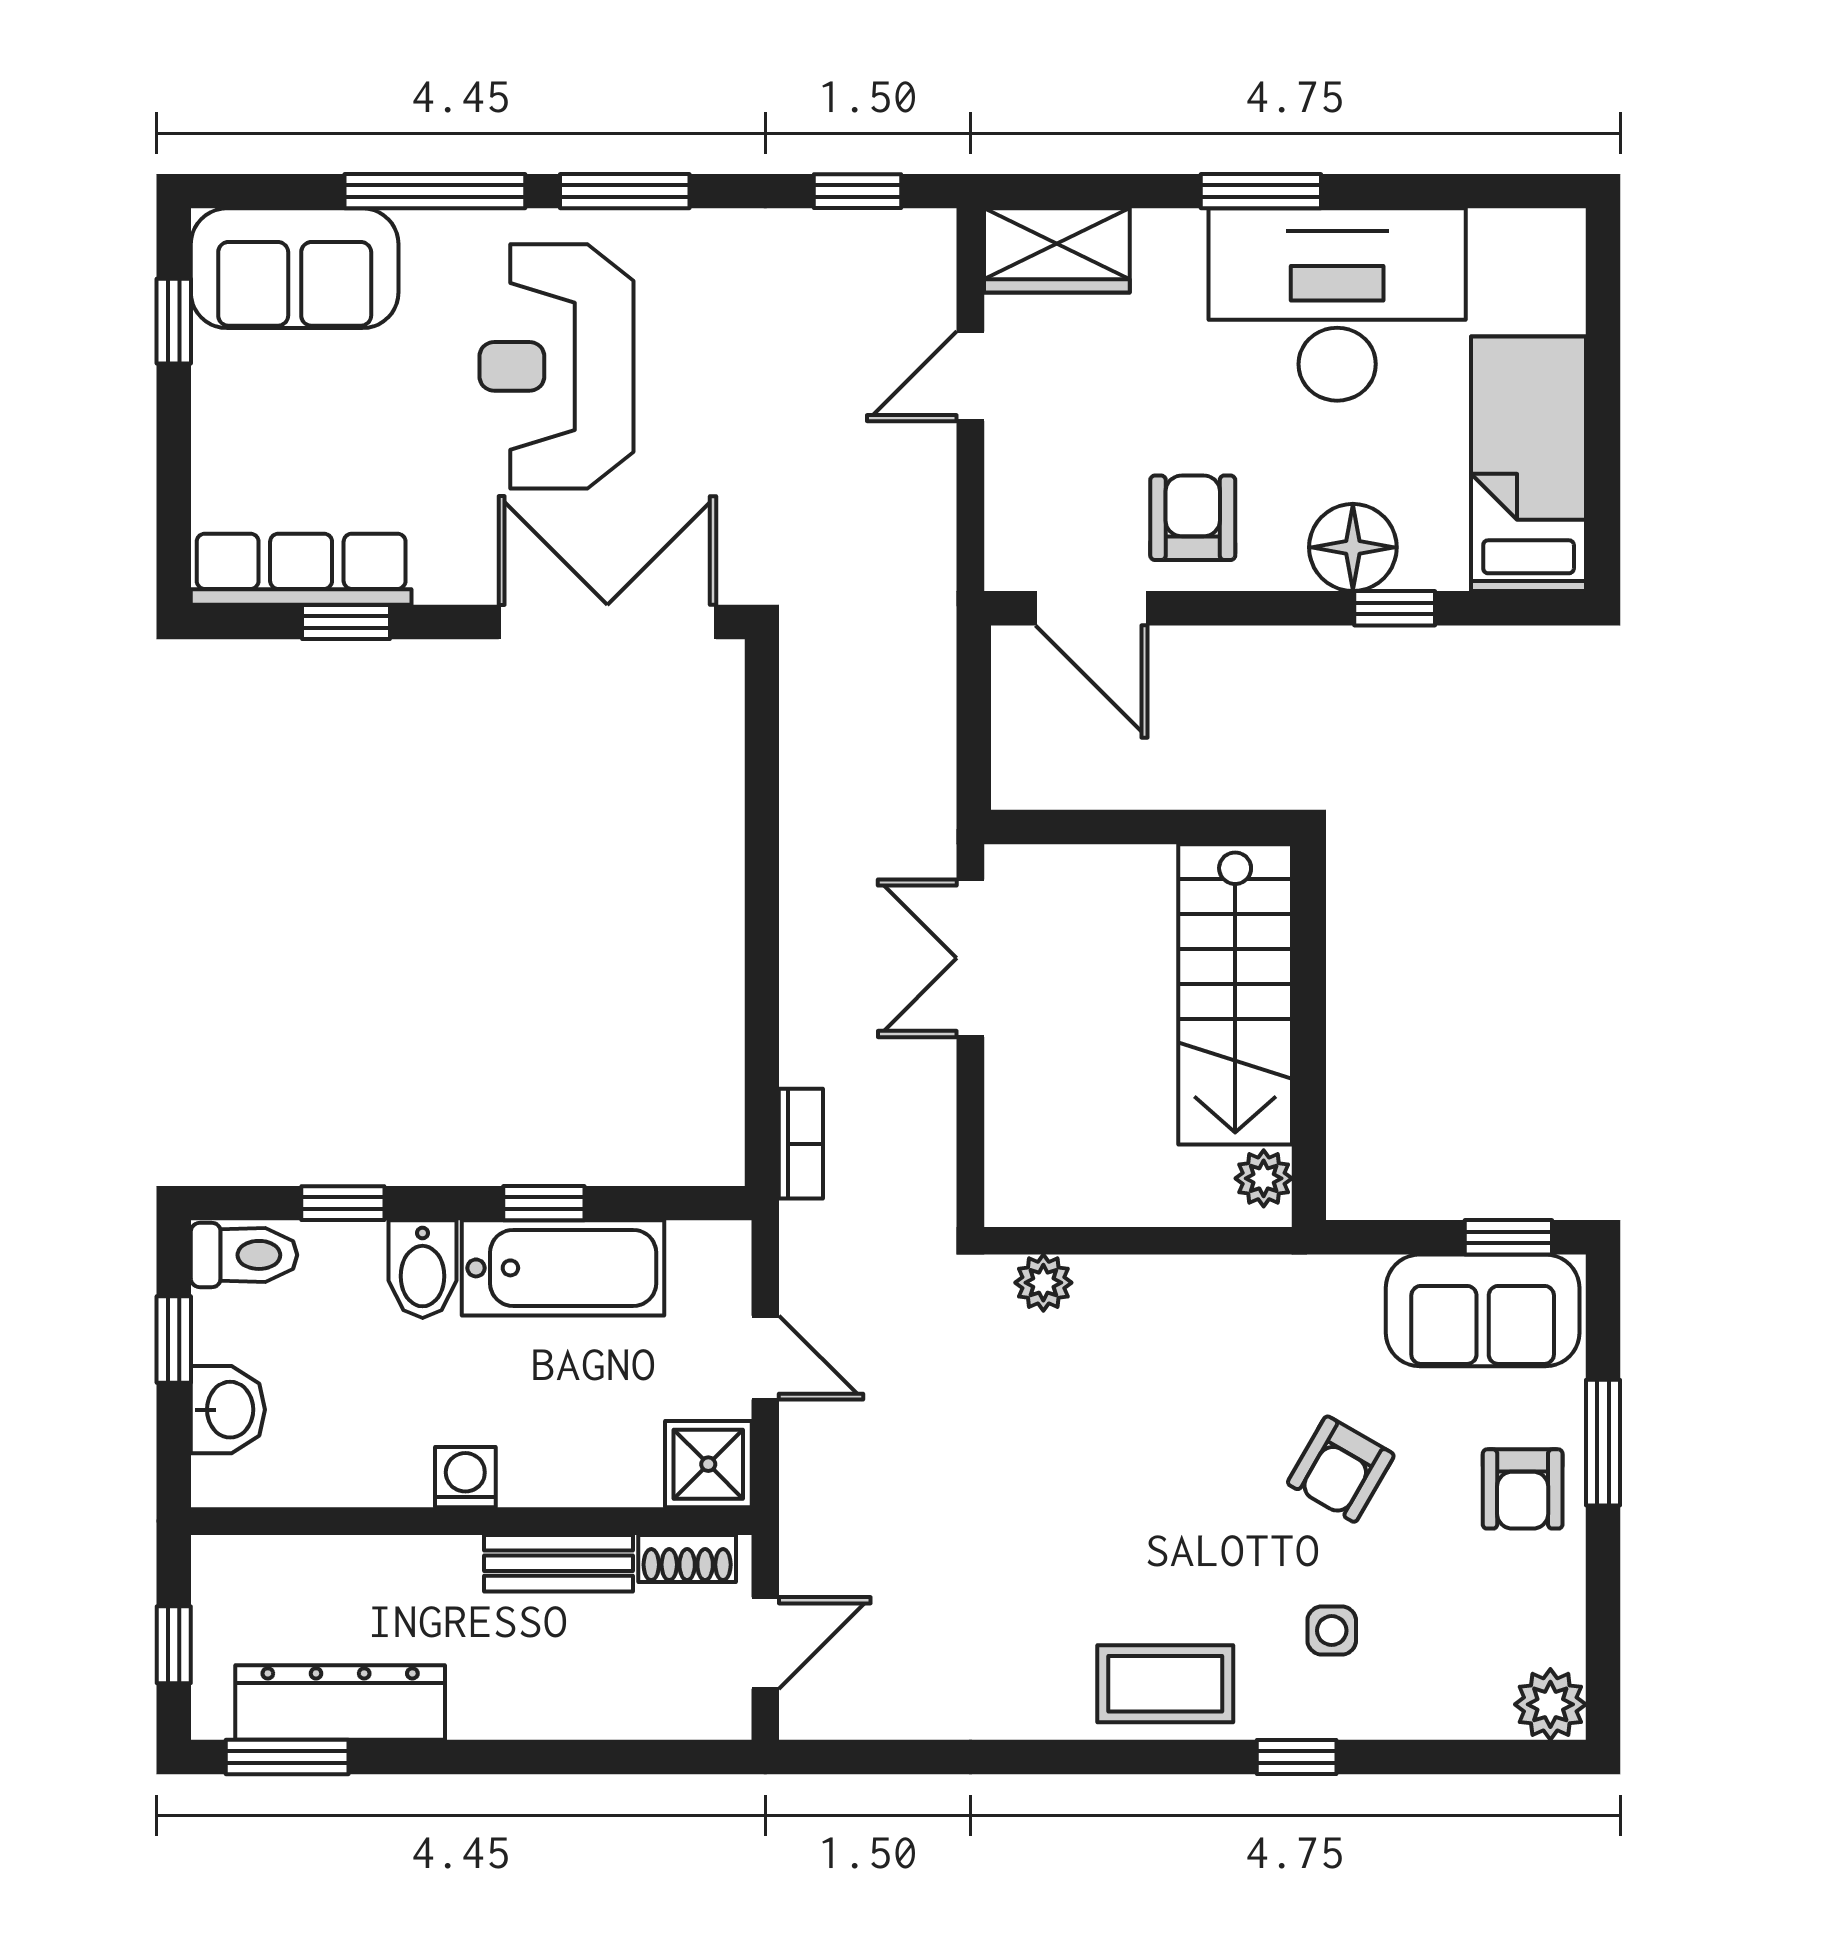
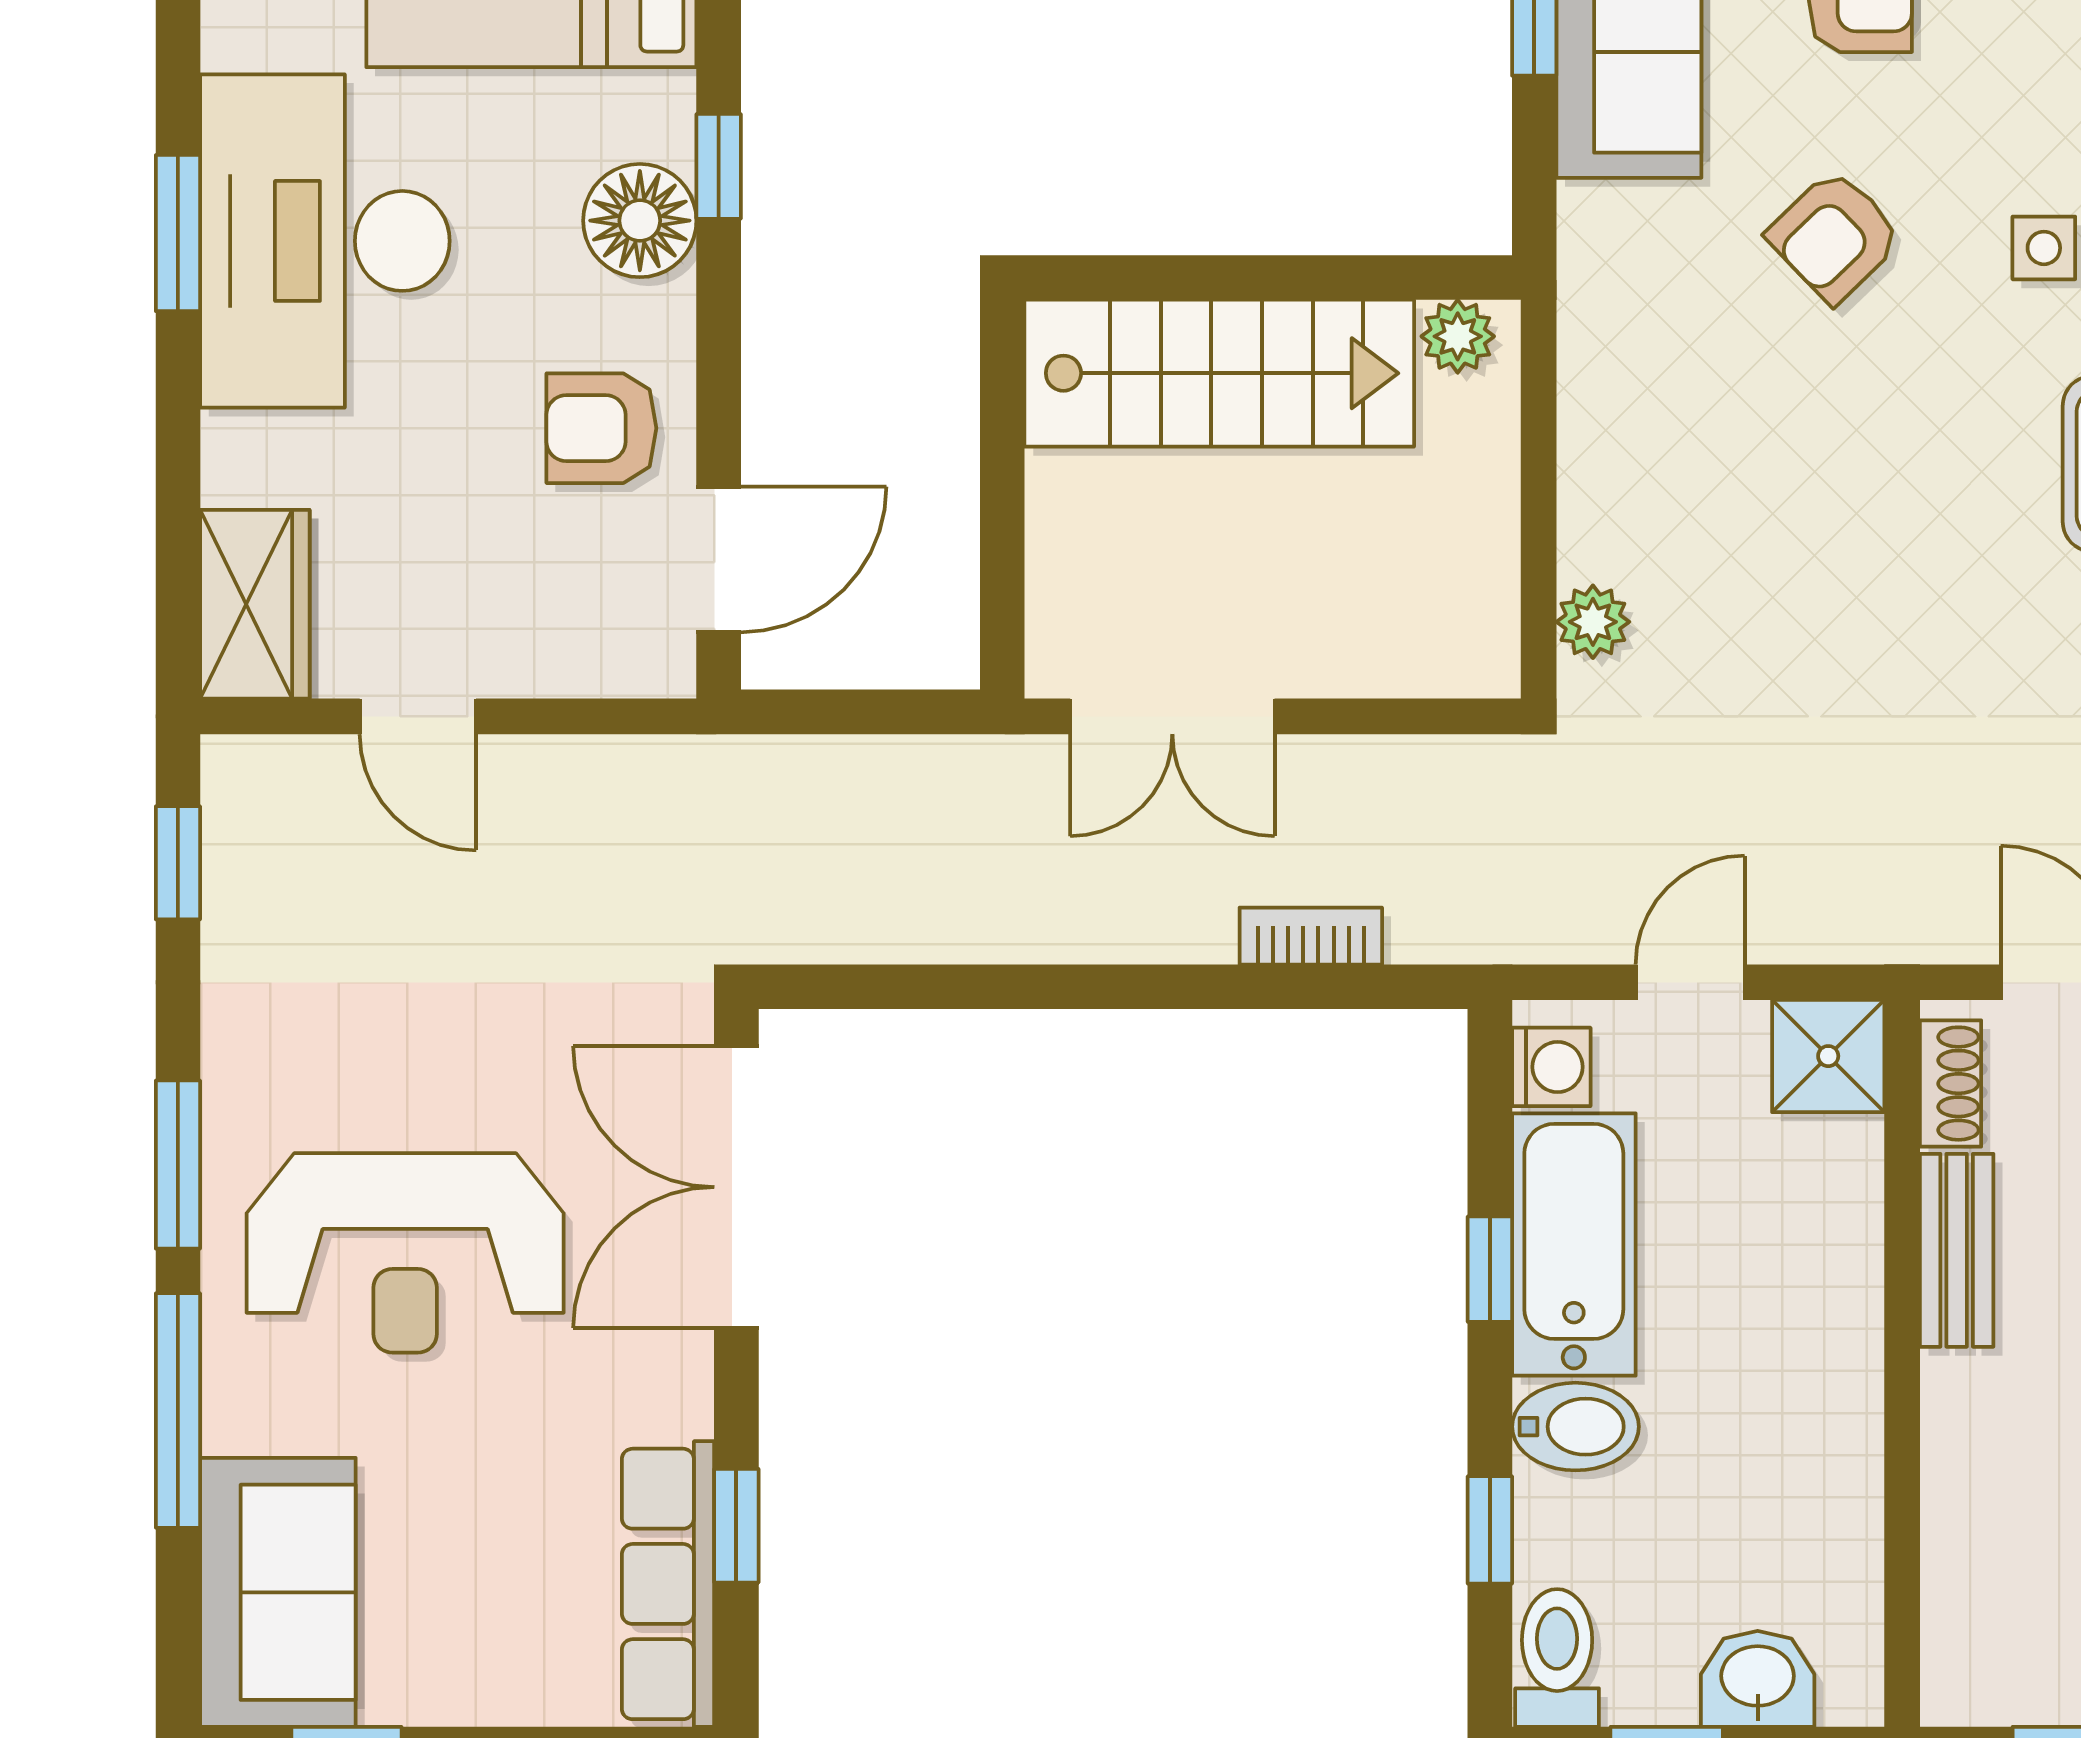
window: (1261, 191) -> (178, 233), moved
bookcase: (801, 1144) -> (1311, 936), moved
armchair: (1341, 1469) -> (1835, 236), turned 106
washing machine: (465, 1477) -> (1551, 1067), moved, turned 180

